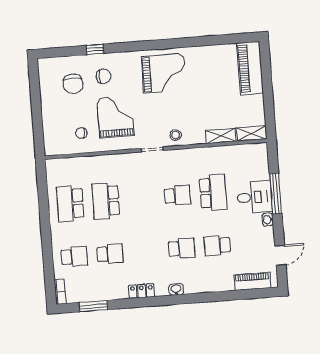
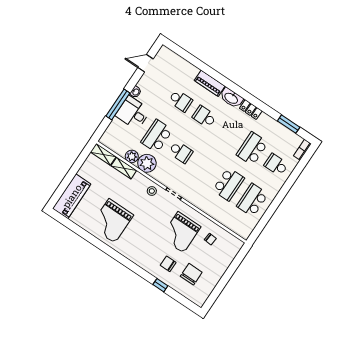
grand piano: (164, 73) -> (112, 221), moved, turned -90
plant: (222, 153) -> (132, 156), added
plant: (202, 158) -> (147, 163), added
school desk: (177, 195) -> (181, 152), turned 180
school desk: (70, 204) -> (252, 200), turned 180
school desk: (110, 254) -> (252, 149), width x1.85
piano: (252, 281) -> (210, 83), moved
washbasin: (176, 289) -> (231, 98), width x1.91, depth x1.45

